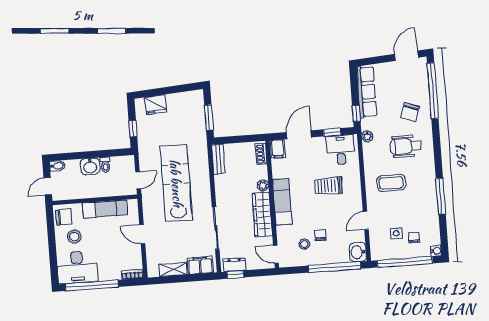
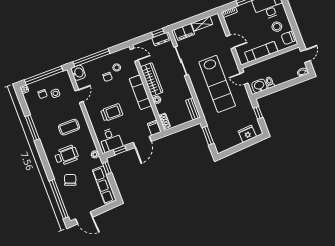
door: (406, 56) -> (84, 218), hinge flipped
washbasin: (90, 166) -> (259, 86), moved
door: (138, 180) -> (244, 78), hinge flipped

